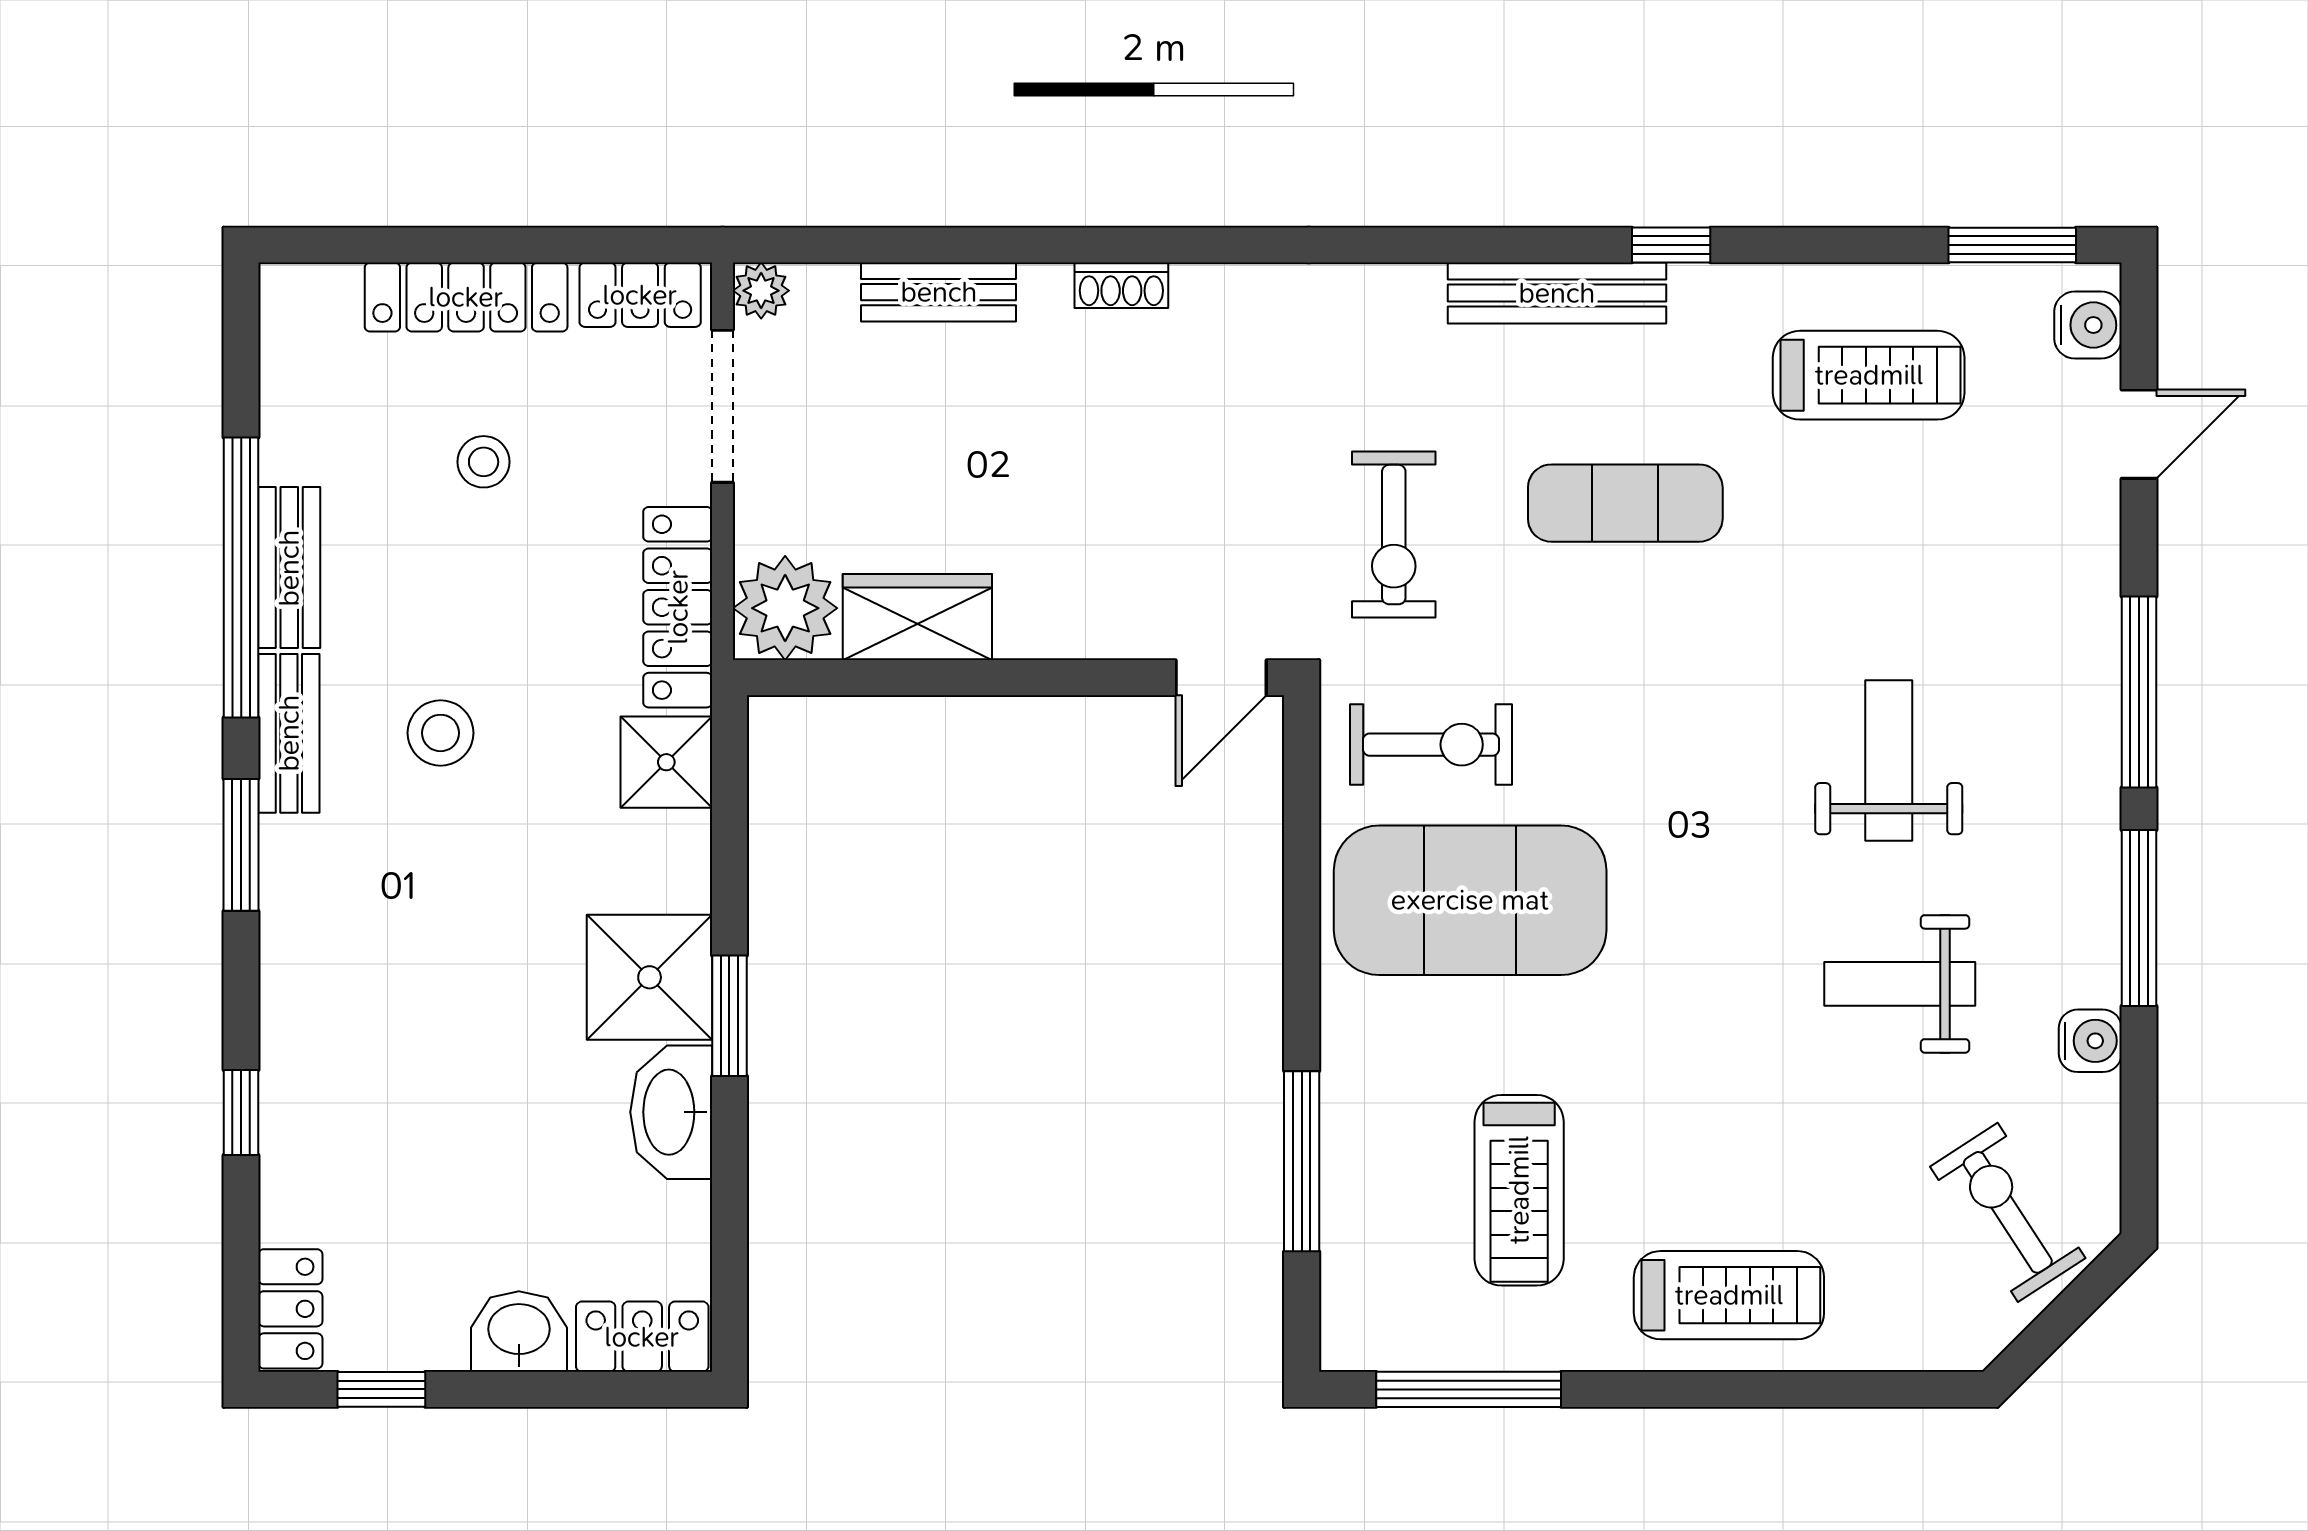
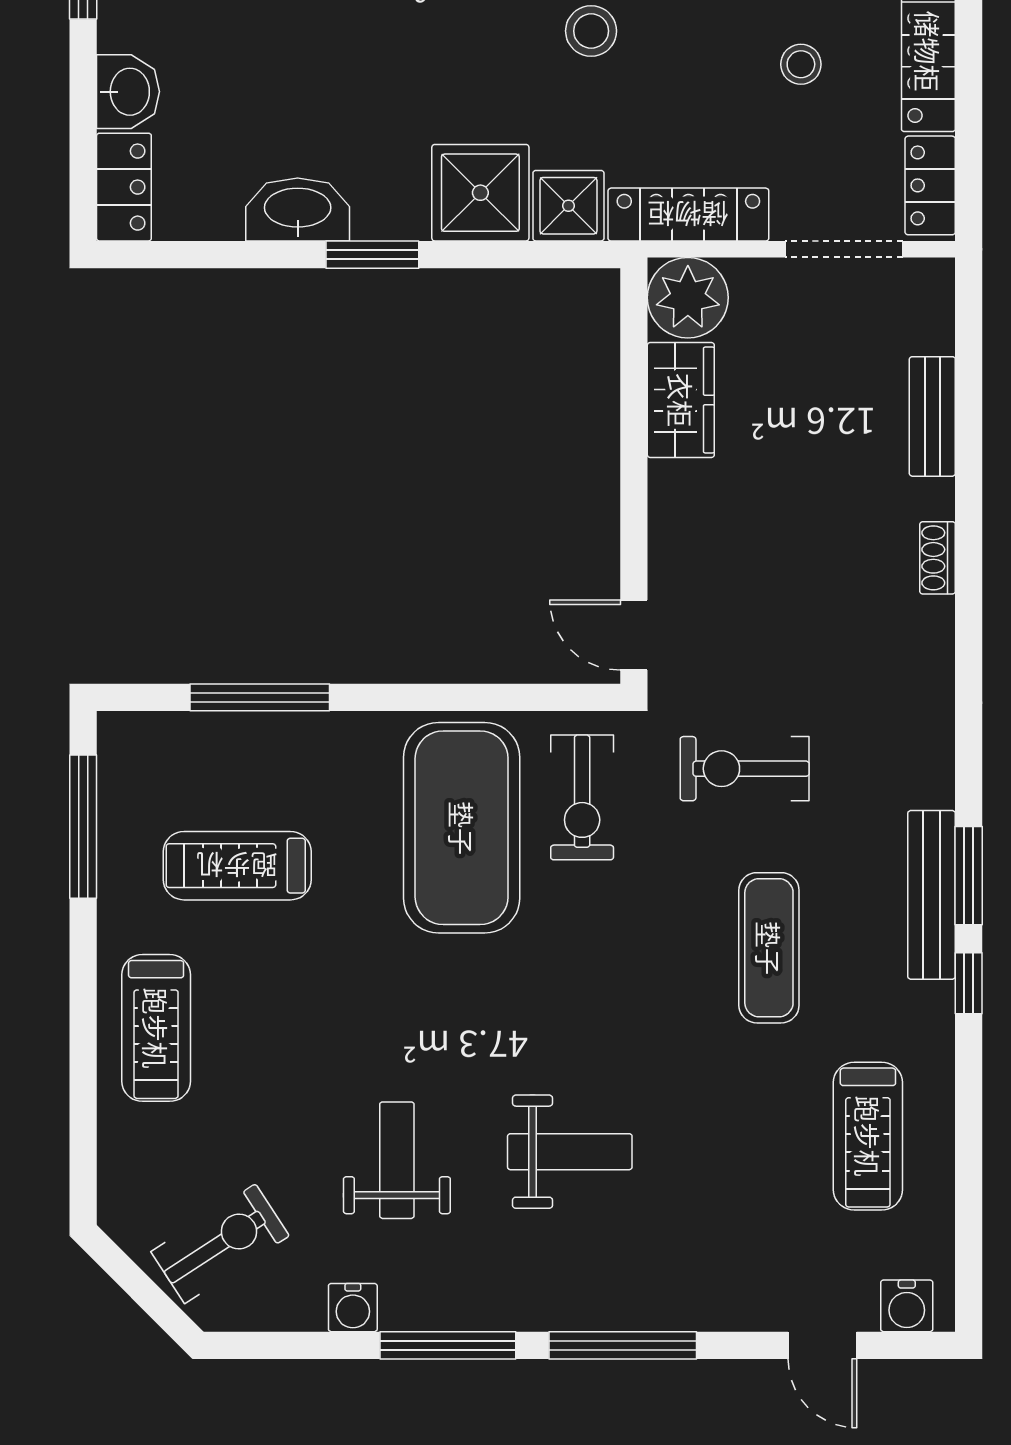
window: (2012, 245) -> (969, 876), moved
plant: (761, 291) -> (933, 279), removed
shower: (650, 977) -> (480, 193), moved

